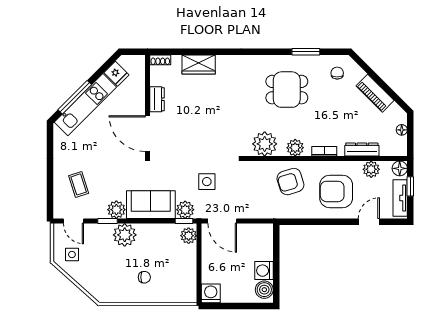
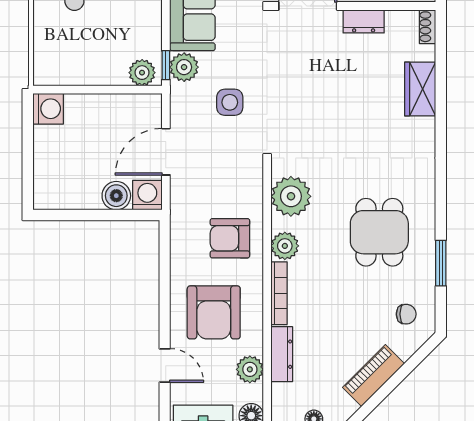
bookcase: (324, 151) -> (279, 293), width x1.56
armchair: (290, 182) -> (230, 238), turned -73
armchair: (336, 191) -> (214, 312), turned 180
door: (222, 221) -> (166, 152), moved
washing machine: (264, 271) -> (147, 195), moved
boiler: (264, 290) -> (116, 196), moved

